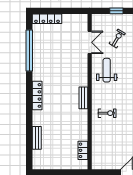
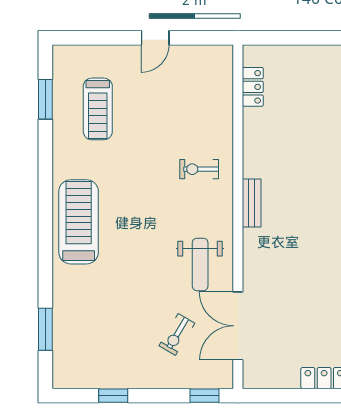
window: (116, 11) -> (204, 396), moved
double door: (90, 42) -> (238, 326), width x1.37

